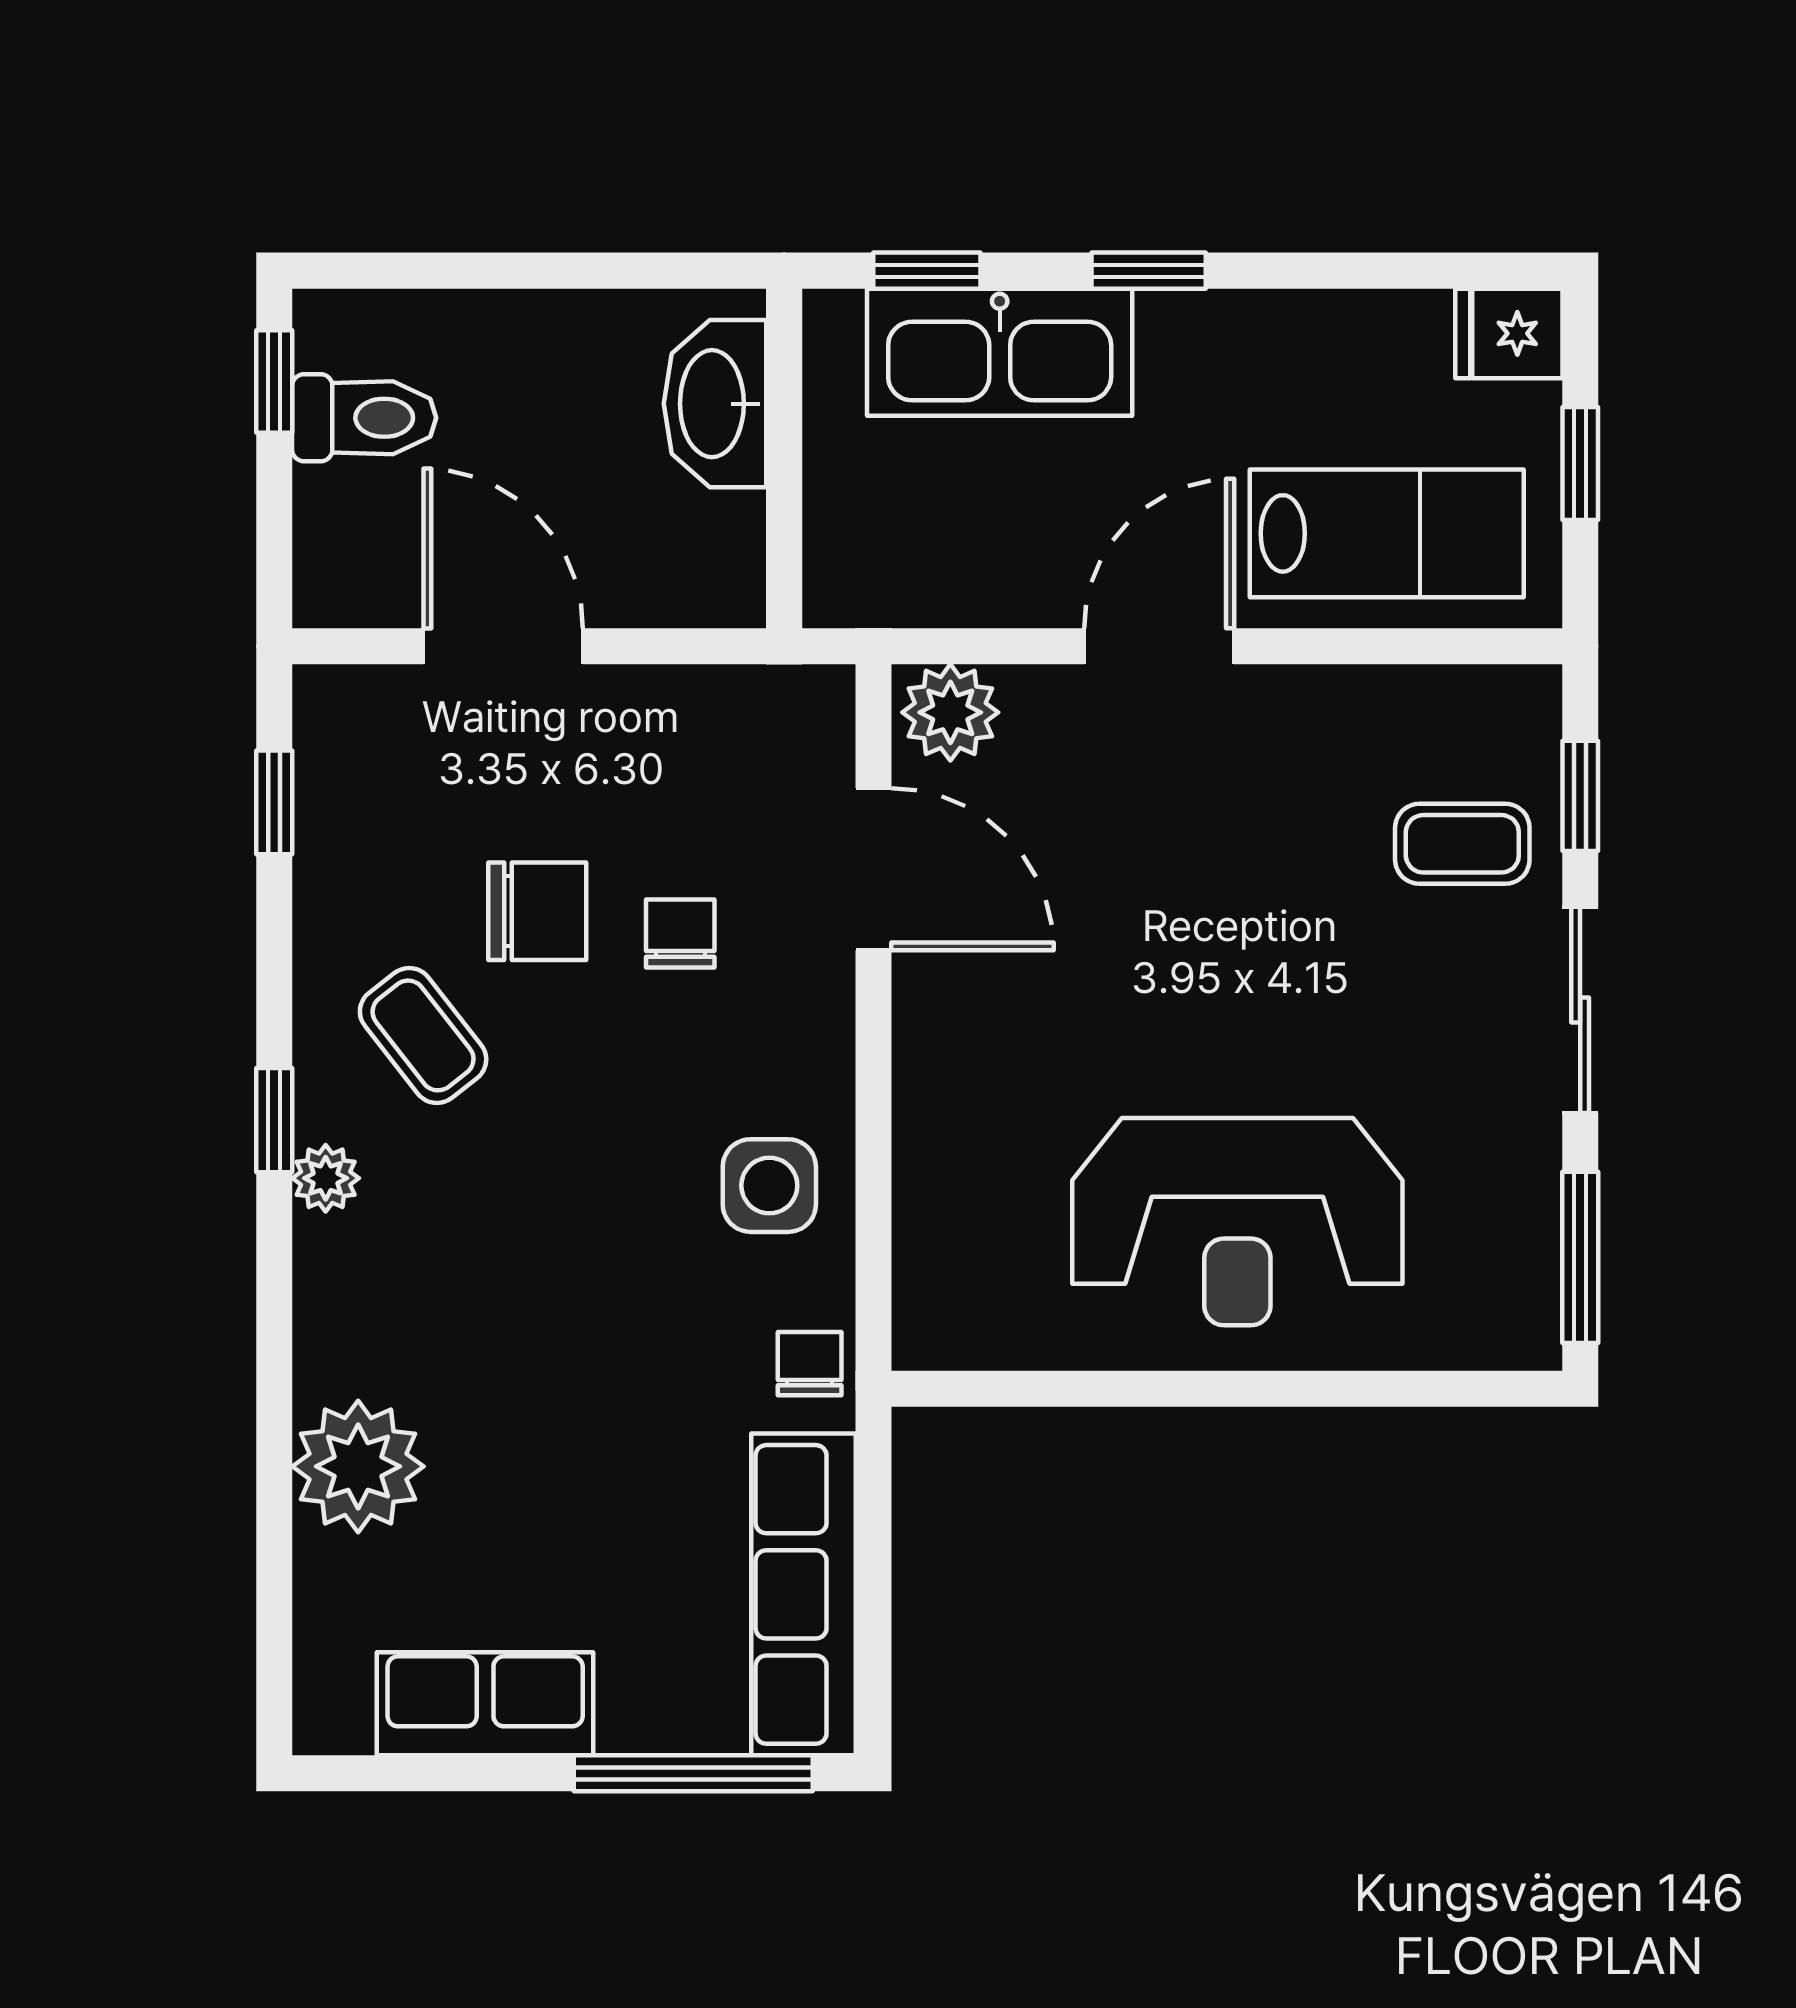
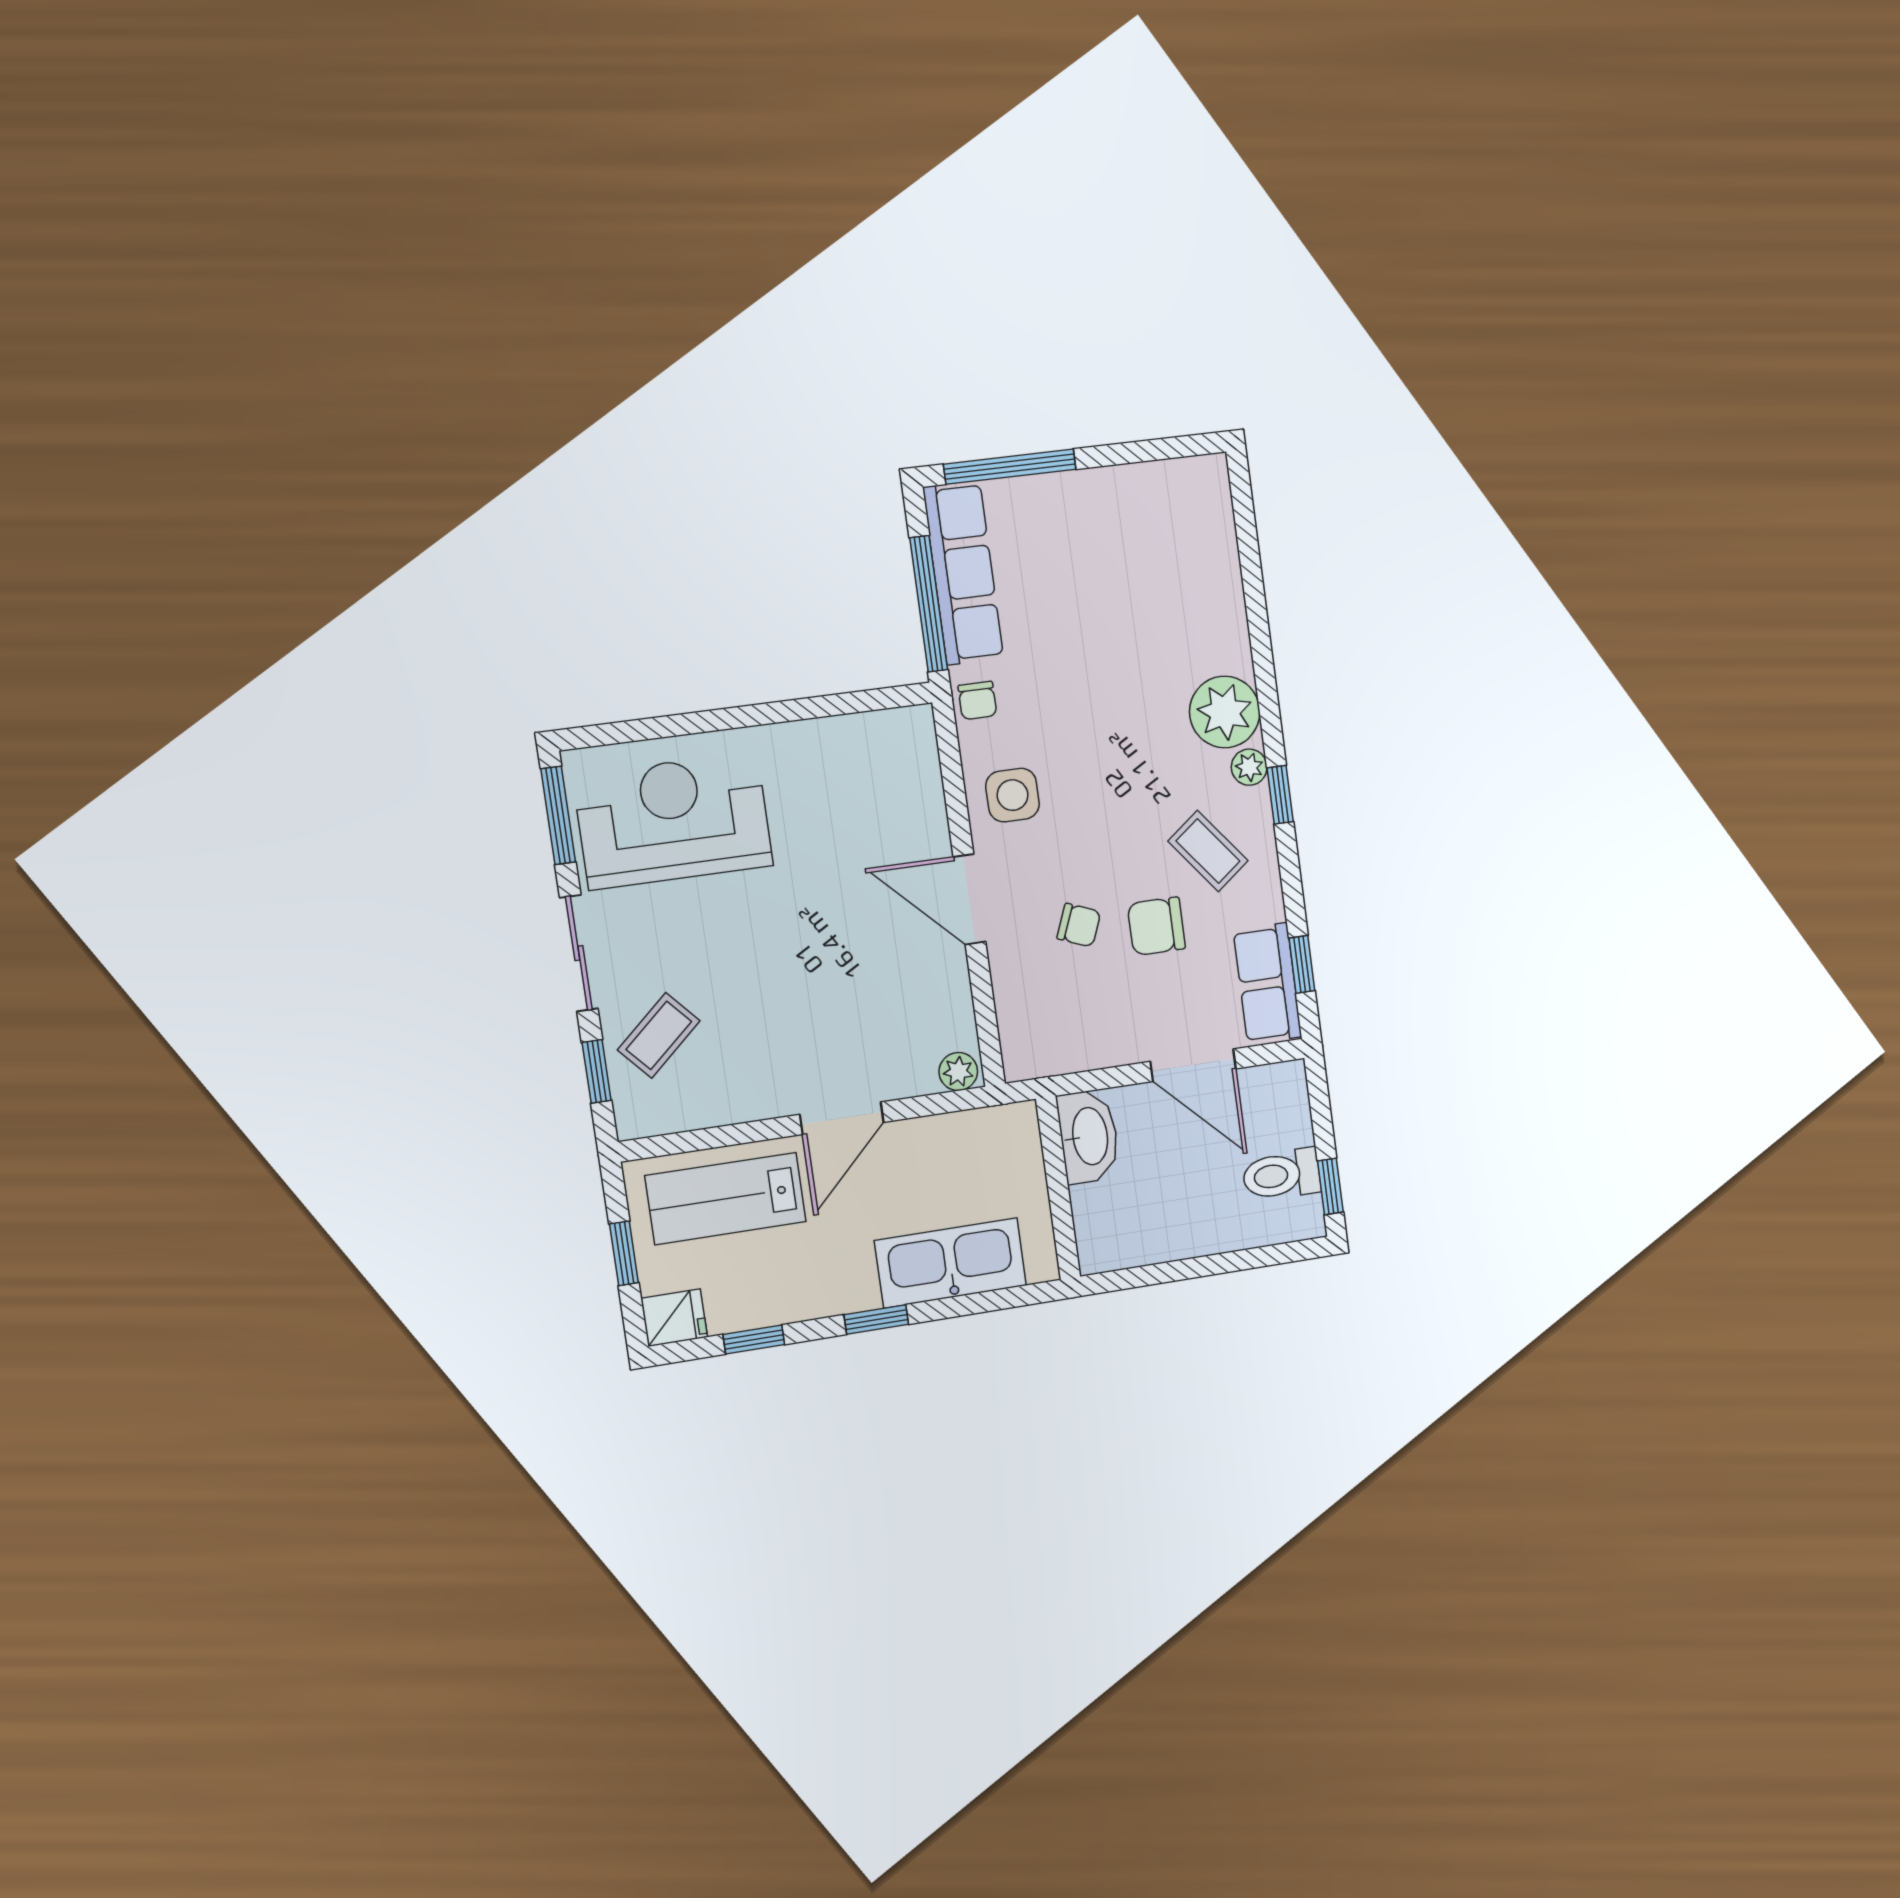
window: (927, 271) -> (754, 1339), moved
washbasin: (715, 404) -> (1089, 1136), moved
plant: (950, 712) -> (958, 1072), width x0.73, depth x0.73
coffee table: (1462, 844) -> (659, 1035), turned -42
door: (874, 869) -> (969, 899), moved
chair: (680, 933) -> (1079, 925), turned -68
reception desk: (1237, 1222) -> (673, 821), moved
plant: (358, 1466) -> (1225, 712), moved
window: (874, 1547) -> (929, 604), added
row of seats: (485, 1704) -> (1267, 984), moved, turned 90

